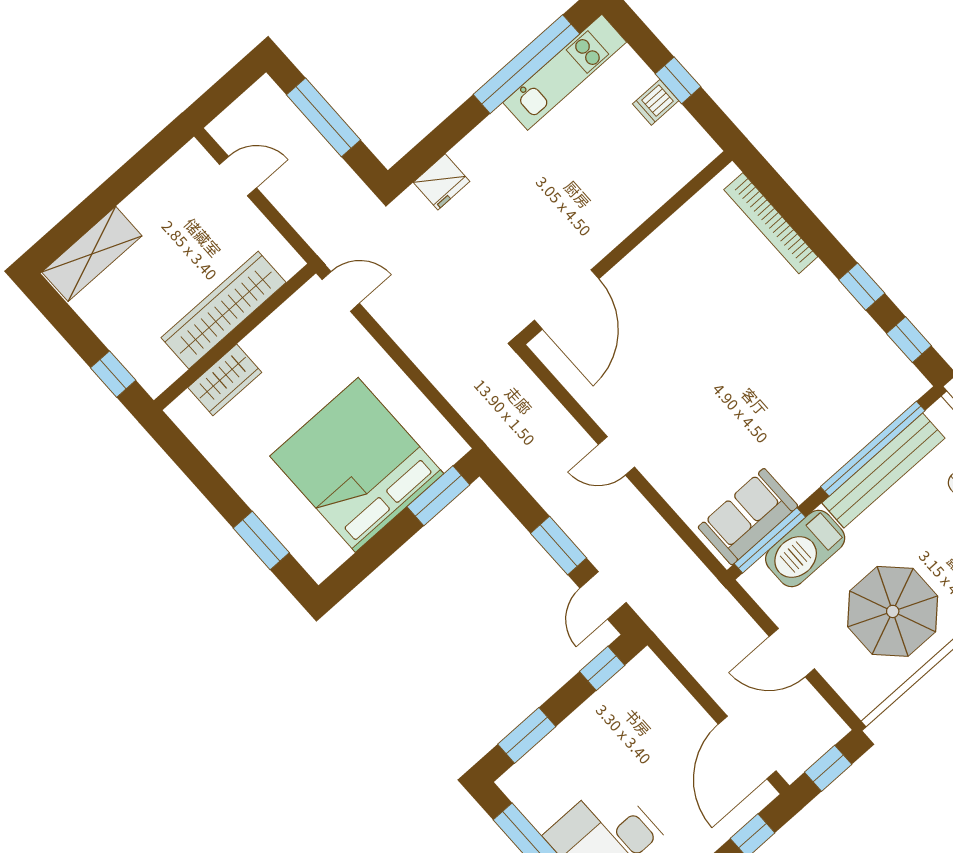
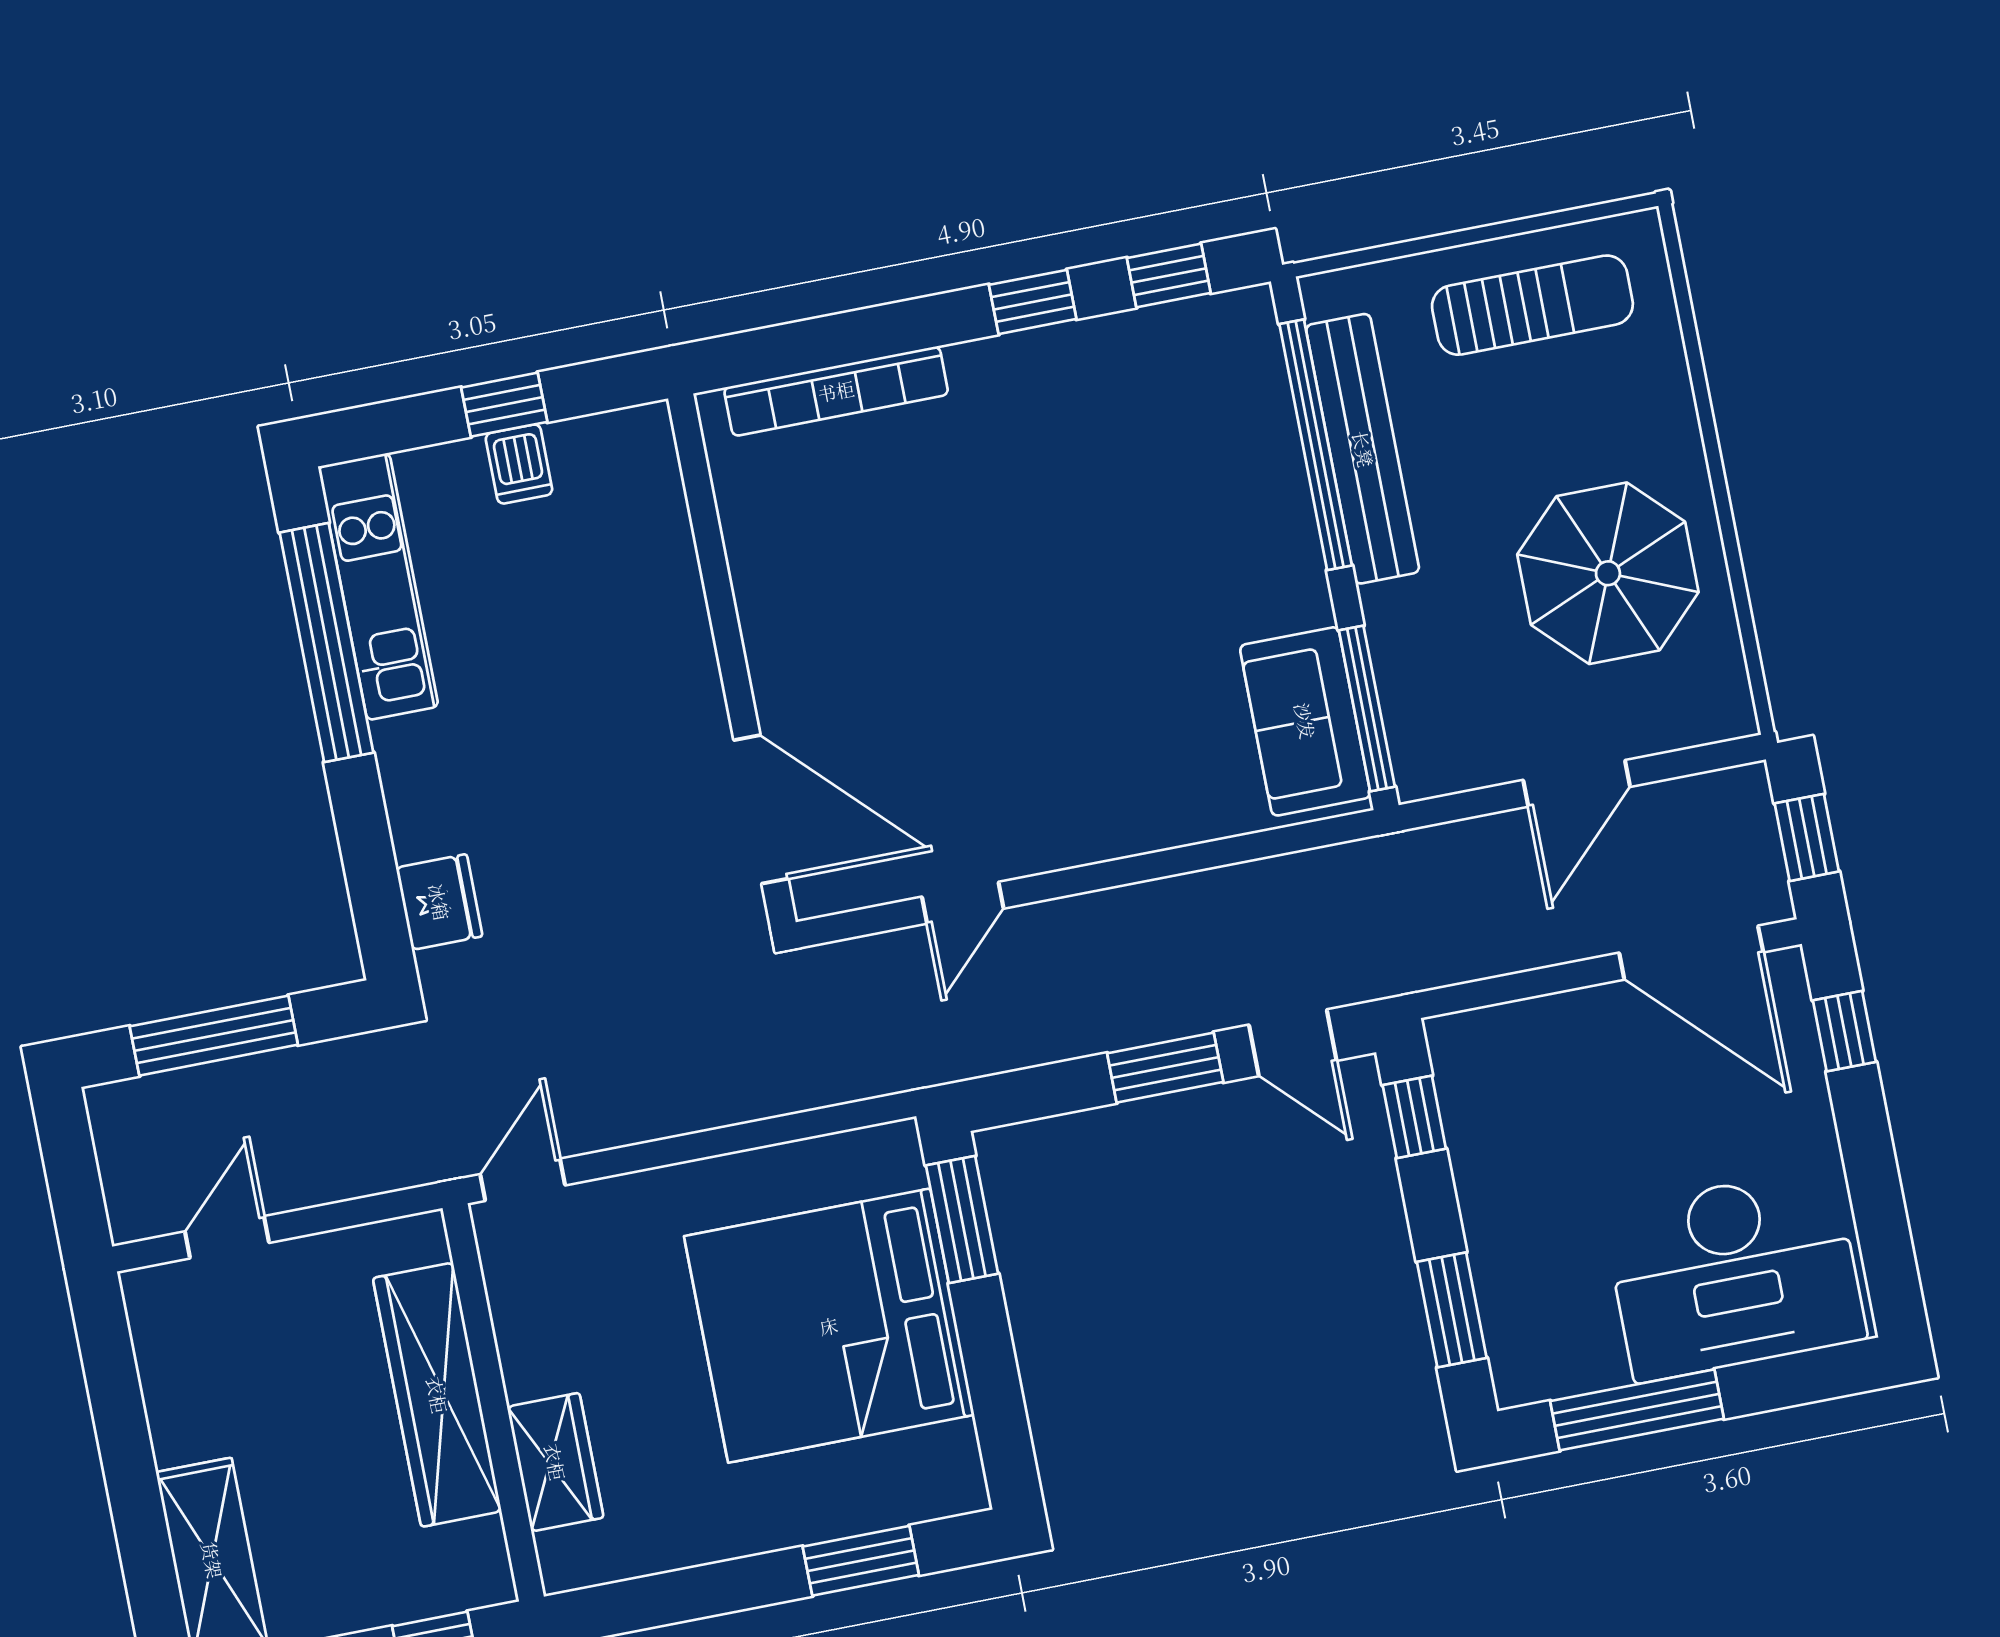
door: (616, 456) -> (963, 903), moved
barbecue: (805, 548) -> (1415, 657), removed

